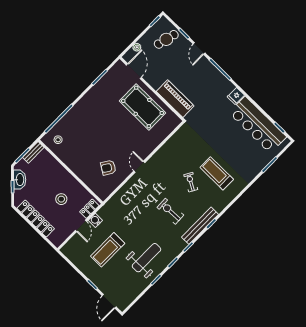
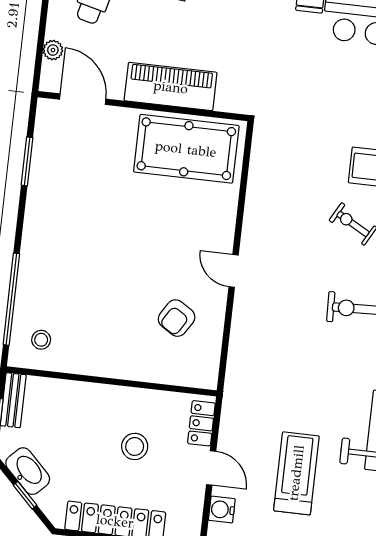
piano: (175, 99) -> (171, 87), moved
pool table: (143, 107) -> (186, 149), moved
water cooler: (95, 220) -> (222, 510), moved
treadmill: (108, 250) -> (296, 473), turned 180

